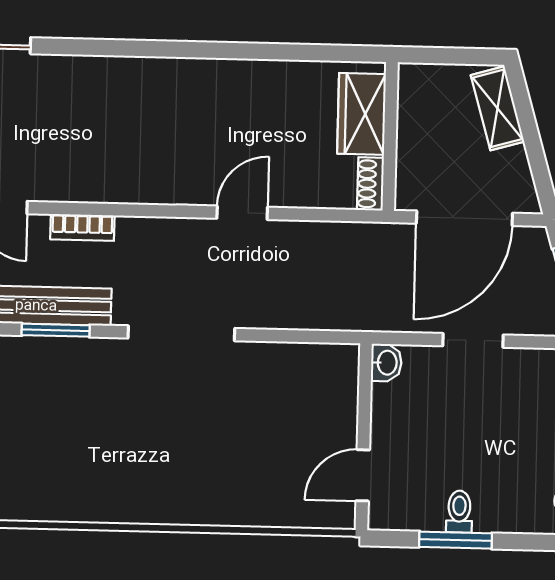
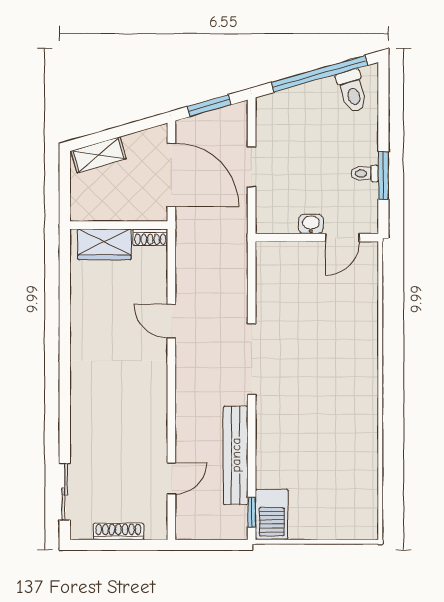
bookcase: (82, 227) -> (184, 426), removed
window: (56, 330) -> (252, 442), removed
washbasin: (386, 363) -> (311, 224), moved
door: (363, 475) -> (342, 238), hinge flipped

